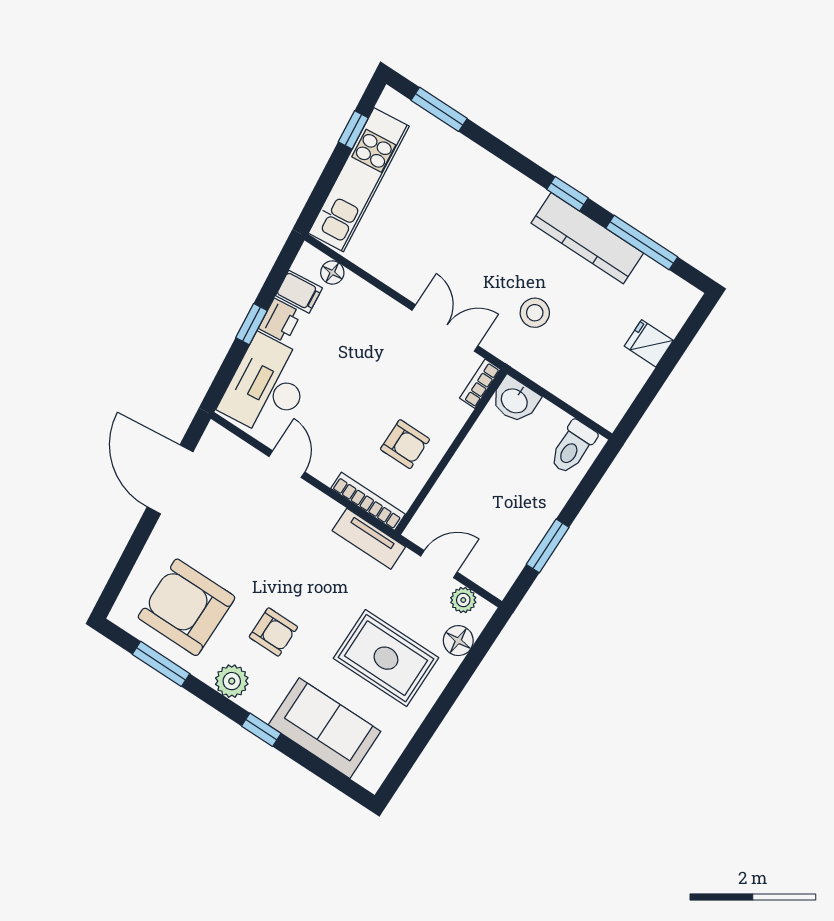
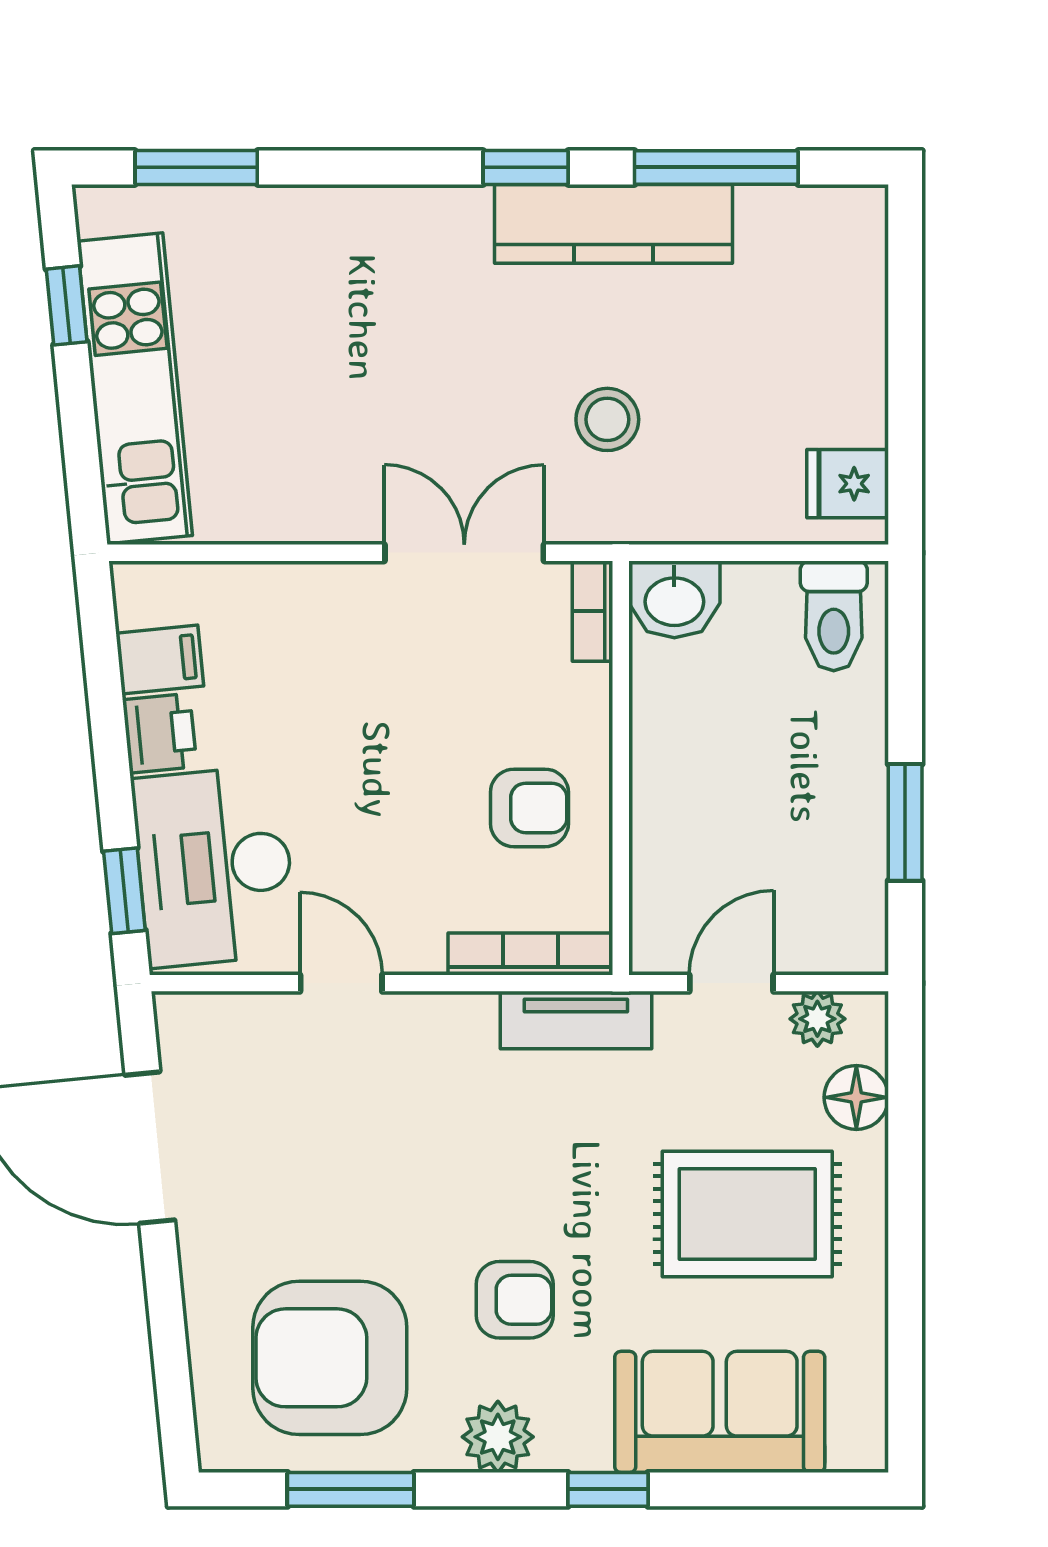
floor lamp: (332, 272) -> (197, 586), removed
window: (252, 324) -> (124, 891), moved
fridge: (649, 343) -> (848, 484), moved

